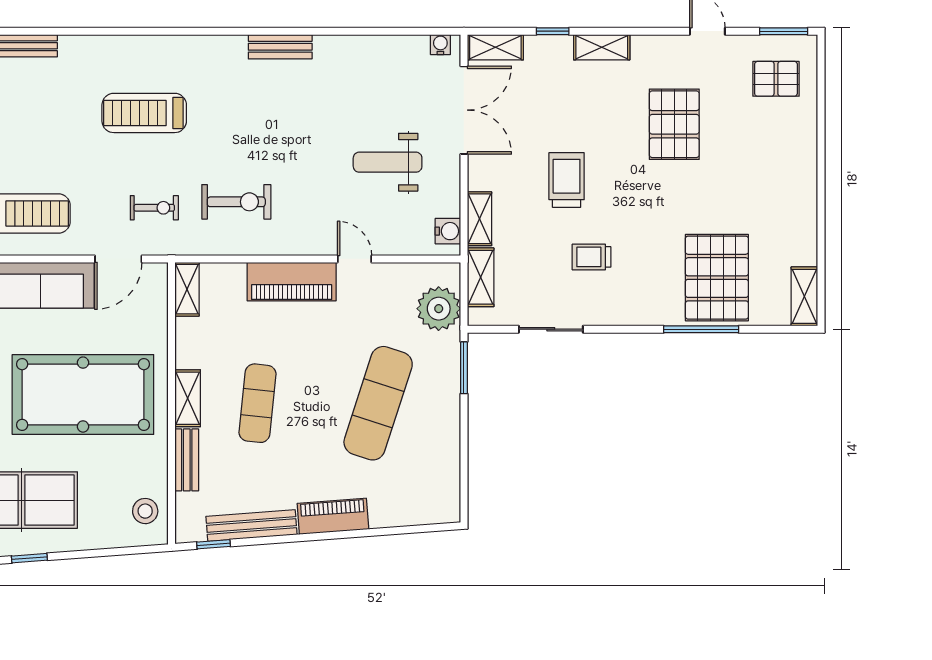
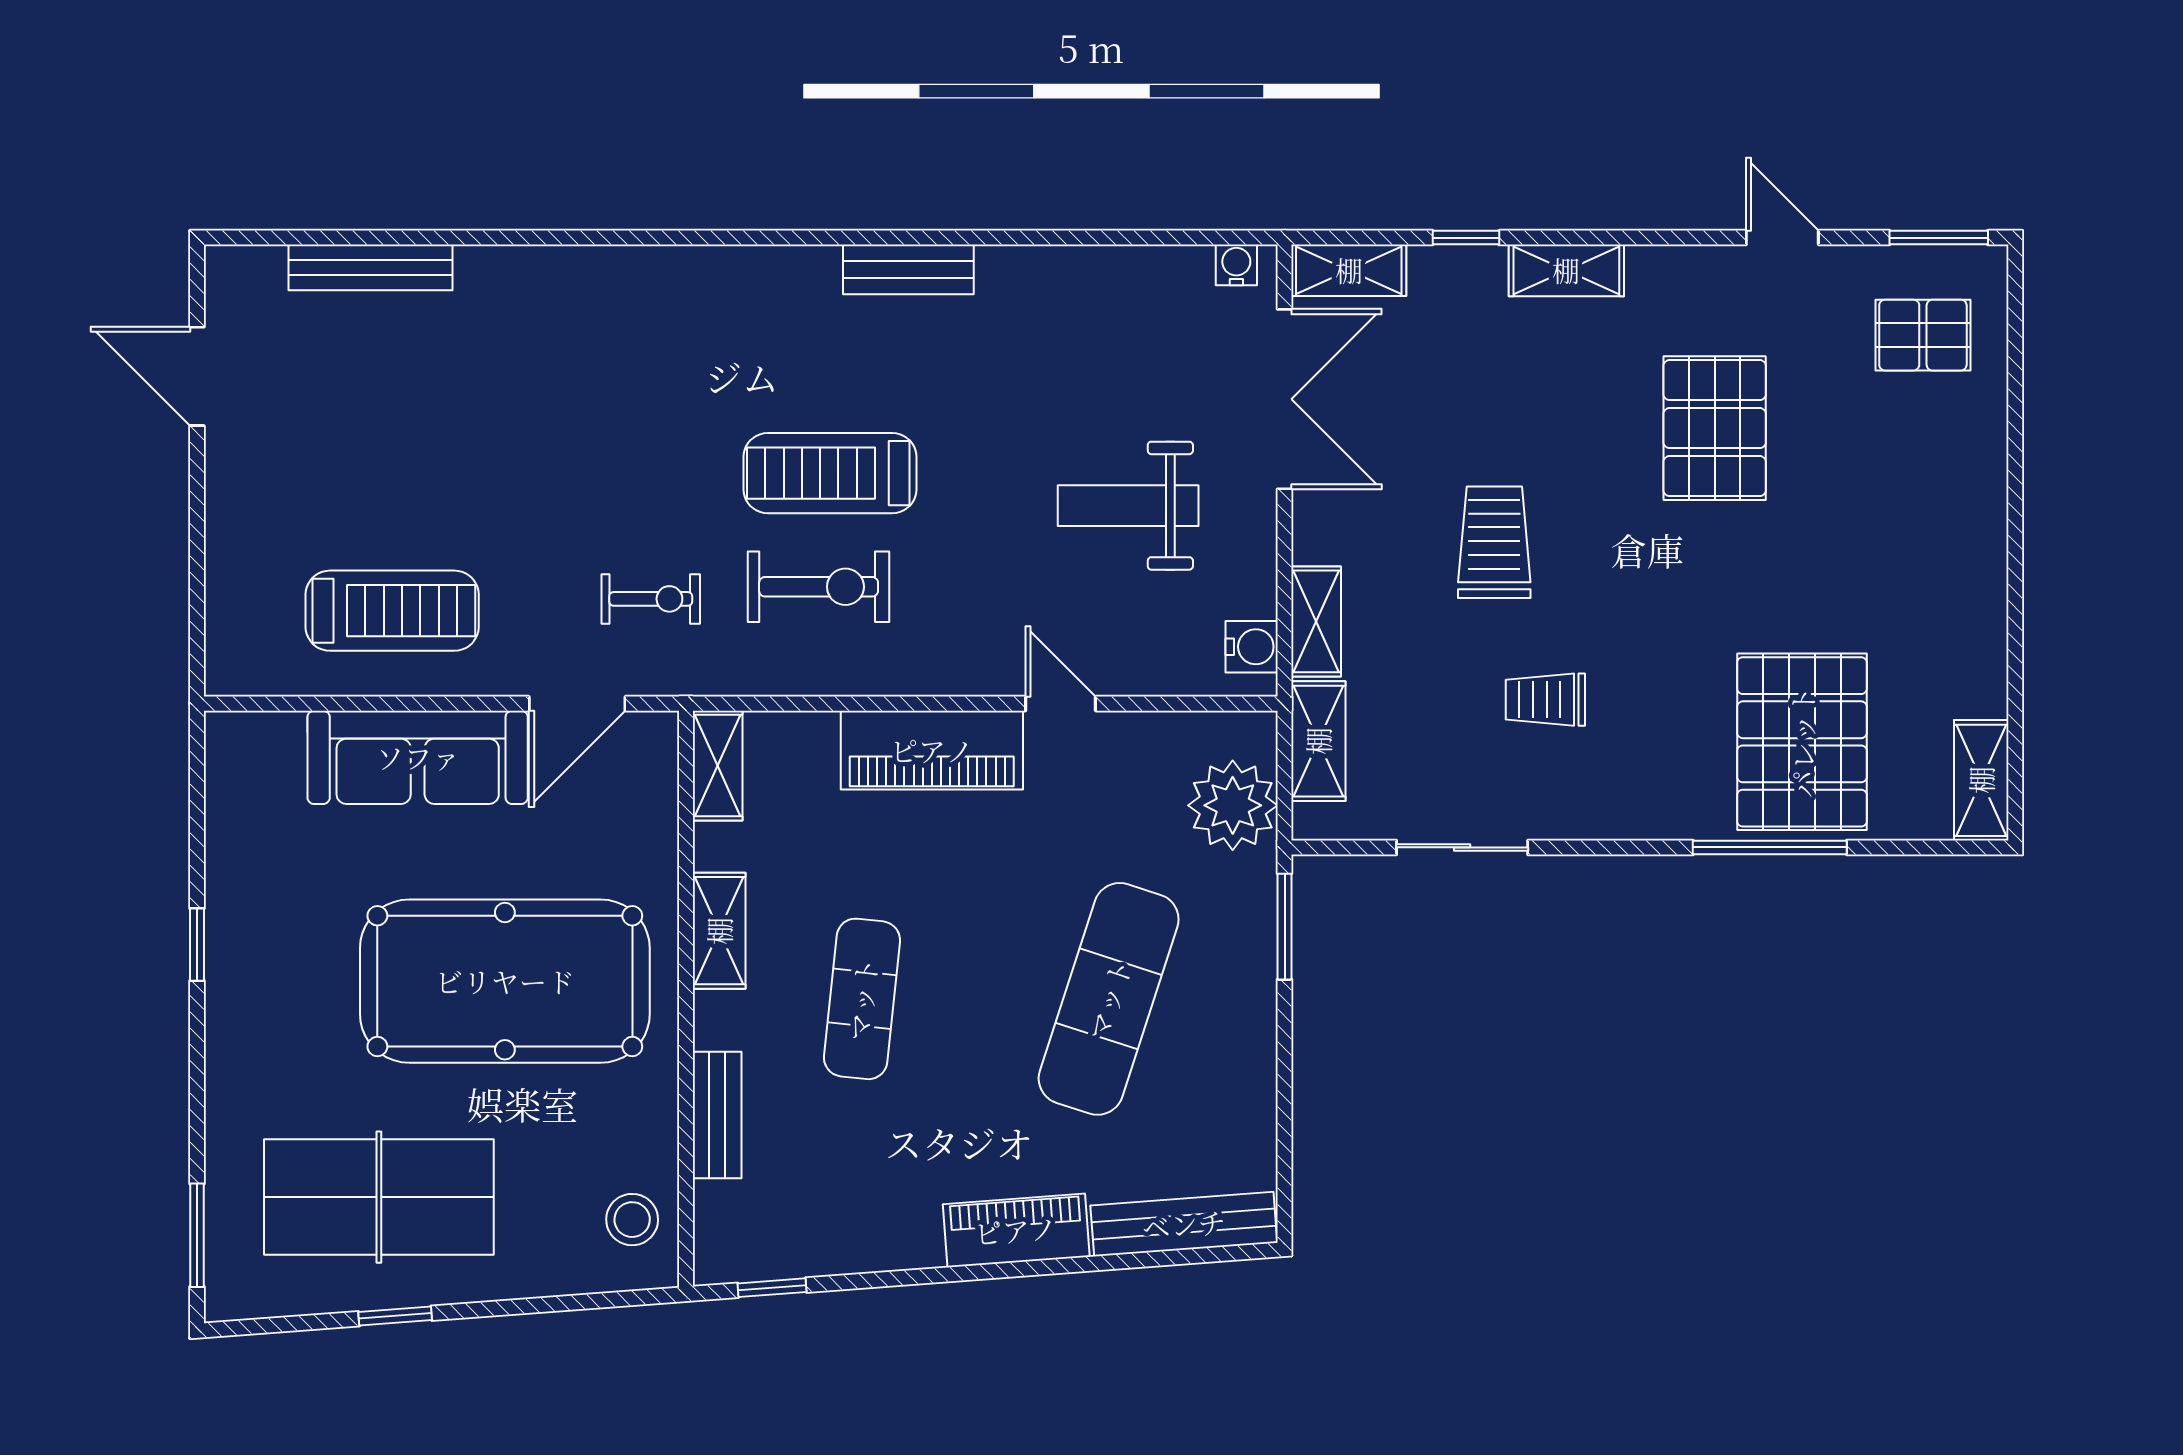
treadmill: (144, 113) -> (830, 473), moved
shelving: (188, 398) -> (719, 931), moved
bench: (251, 526) -> (1184, 1224), moved

